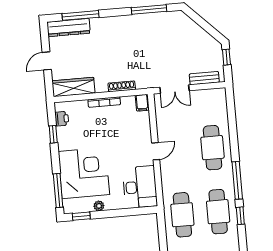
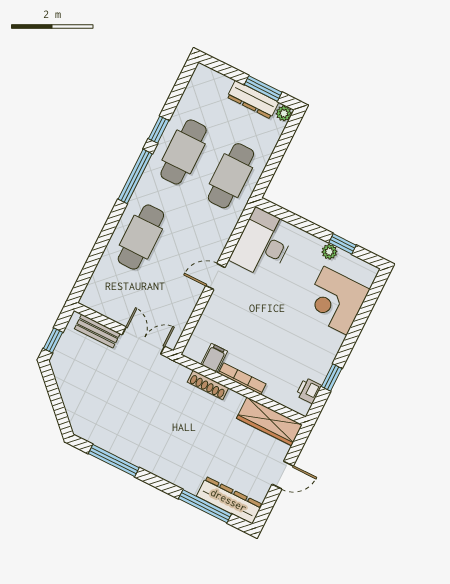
filing cabinet: (142, 103) -> (214, 358), moved
corner desk: (84, 173) -> (335, 301), width x0.74, depth x0.74
window: (58, 191) -> (369, 303), removed
window: (81, 216) -> (342, 244), moved

